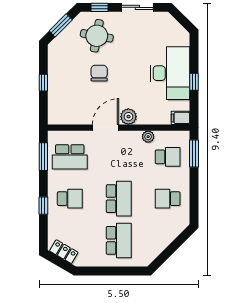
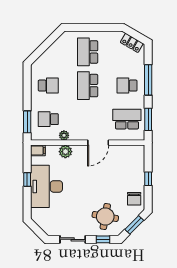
chair: (99, 73) -> (134, 199), moved
plant: (128, 117) -> (65, 152), moved
window: (43, 206) -> (148, 80), width x2.17

